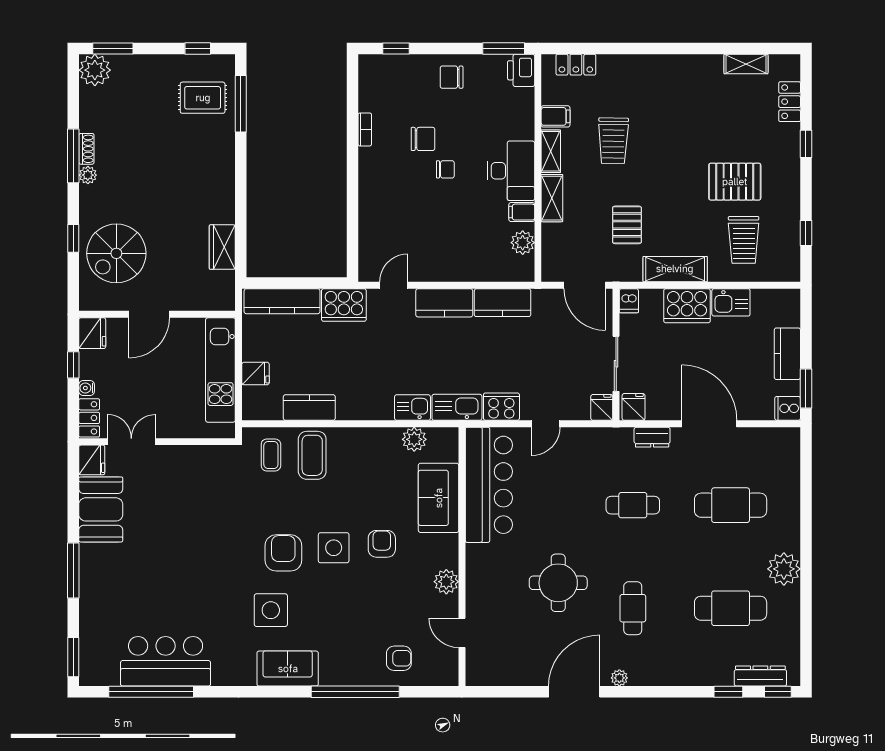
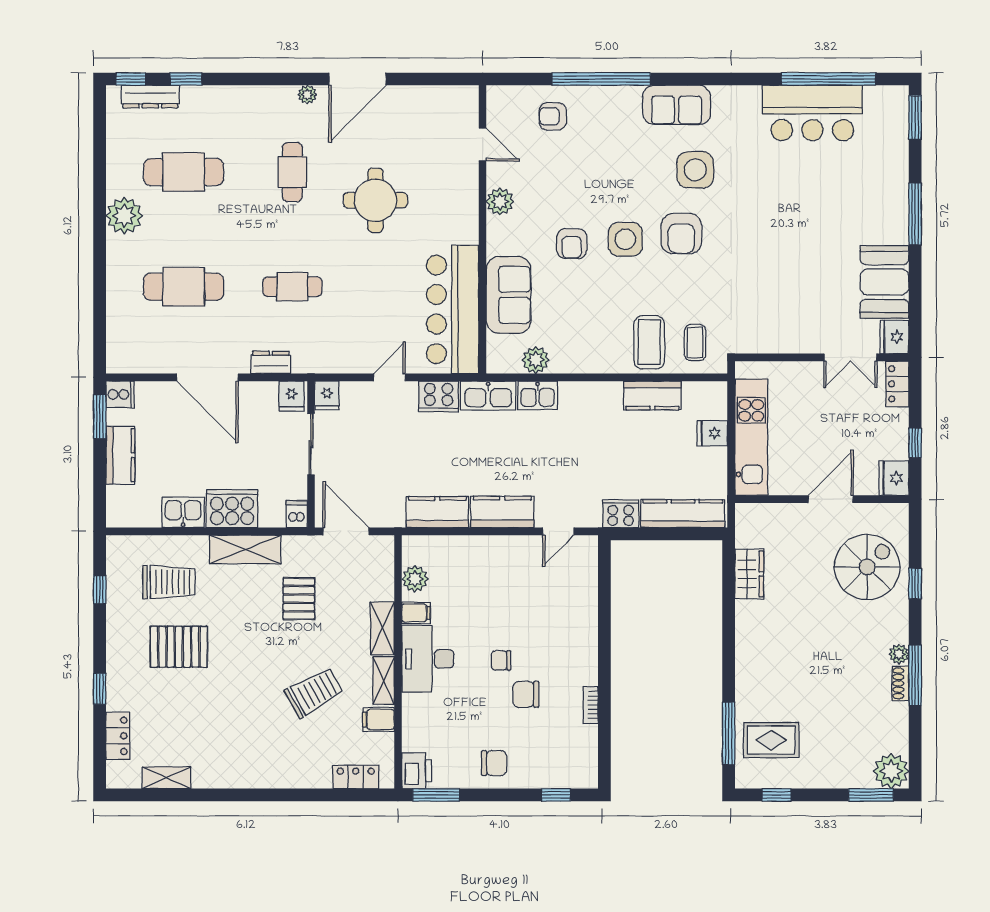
trolley: (613, 141) -> (314, 692), turned 60
trolley: (744, 240) -> (169, 582), turned 90
cooker: (344, 305) -> (621, 514), width x0.73, depth x0.76
water cooler: (87, 388) -> (900, 417), removed

